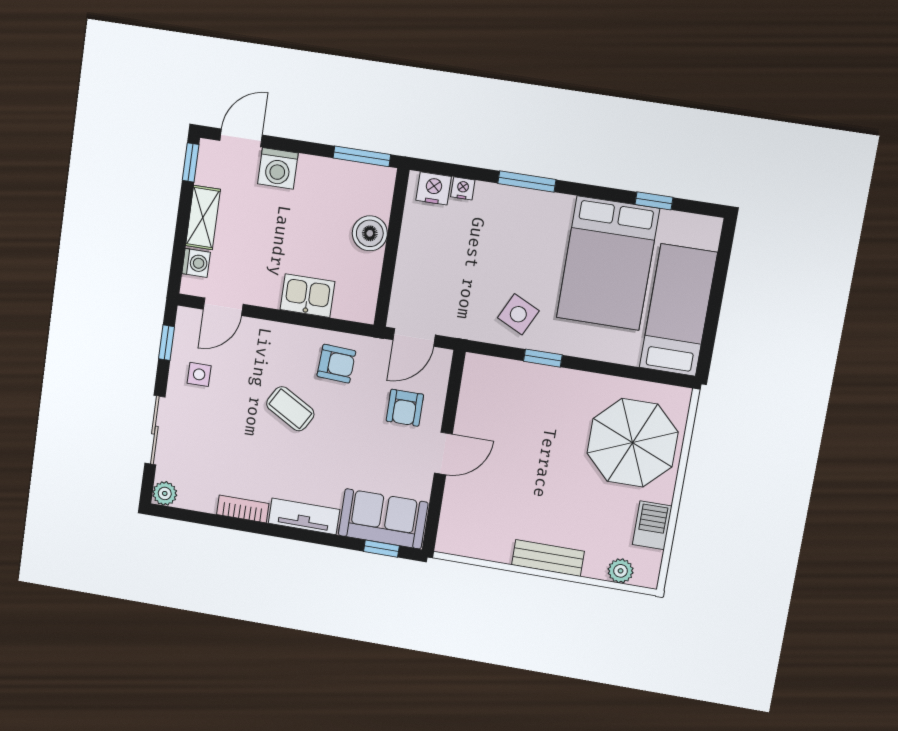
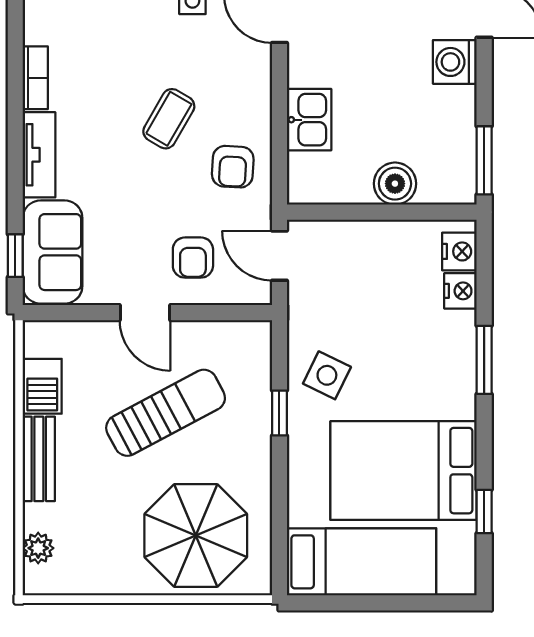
nightstand: (463, 188) -> (460, 291), width x1.39, depth x1.35
armchair: (405, 408) -> (193, 258), turned -90
sun lounger: (527, 451) -> (166, 413), added
barbecue: (652, 525) -> (42, 386), moved, turned 90

